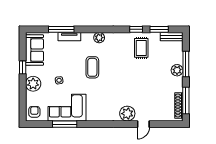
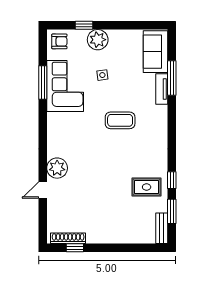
plant: (99, 38) -> (160, 130), removed
sofa: (34, 50) -> (156, 52), moved, turned 90
window: (186, 64) -> (125, 248), removed
window: (23, 67) -> (84, 25), moved
plant: (177, 70) -> (116, 236), removed
window: (186, 100) -> (75, 248), width x0.46
door: (143, 124) -> (43, 190), hinge flipped

